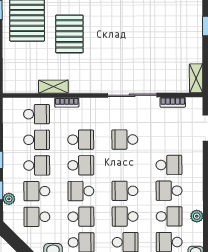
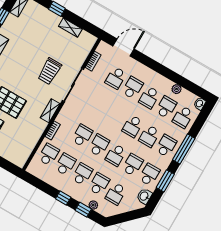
trolley: (132, 59) -> (50, 71), added
shelving: (196, 78) -> (70, 28), moved
shelving: (53, 87) -> (50, 111), moved
school desk: (125, 139) -> (116, 78), moved
school desk: (37, 191) -> (99, 184), turned 180

